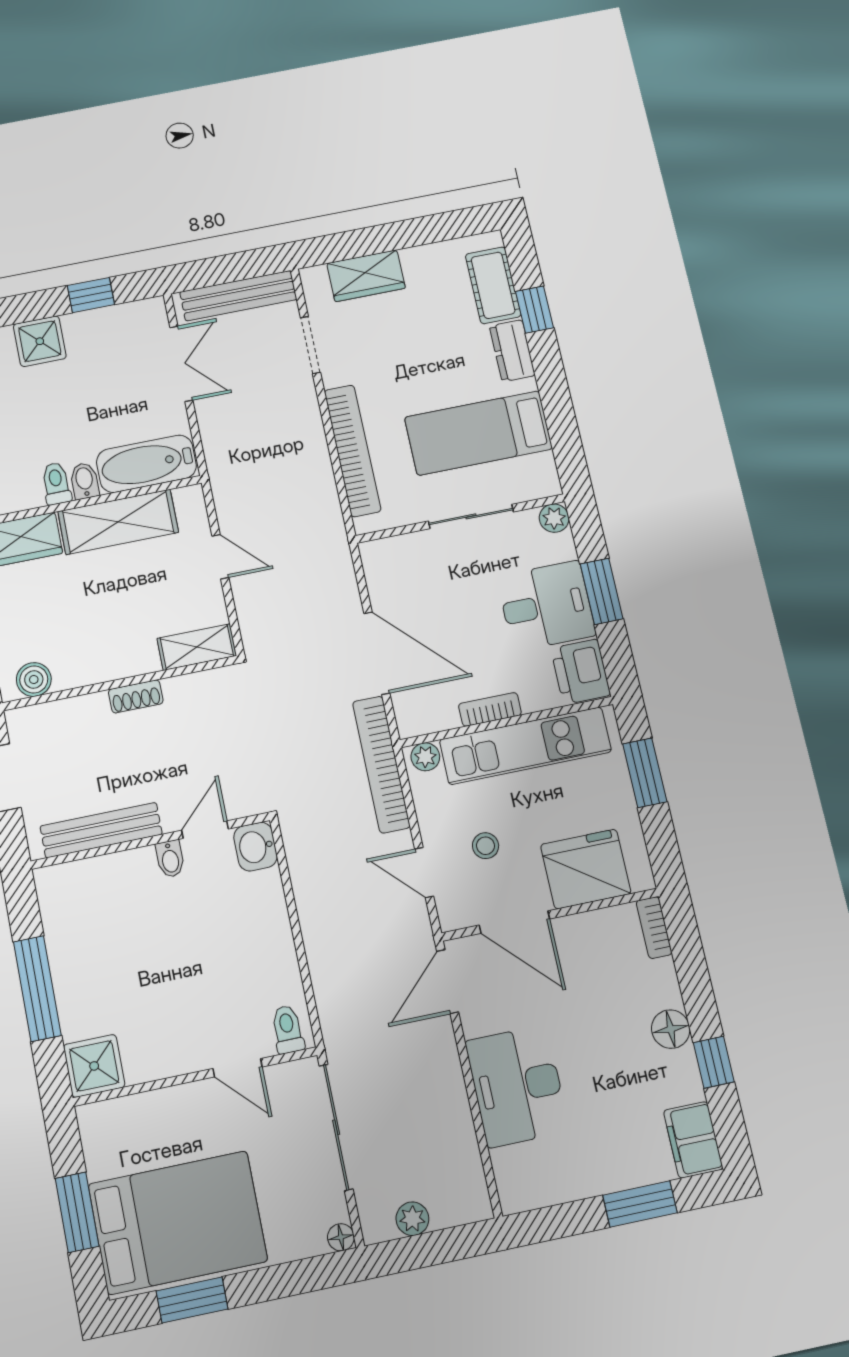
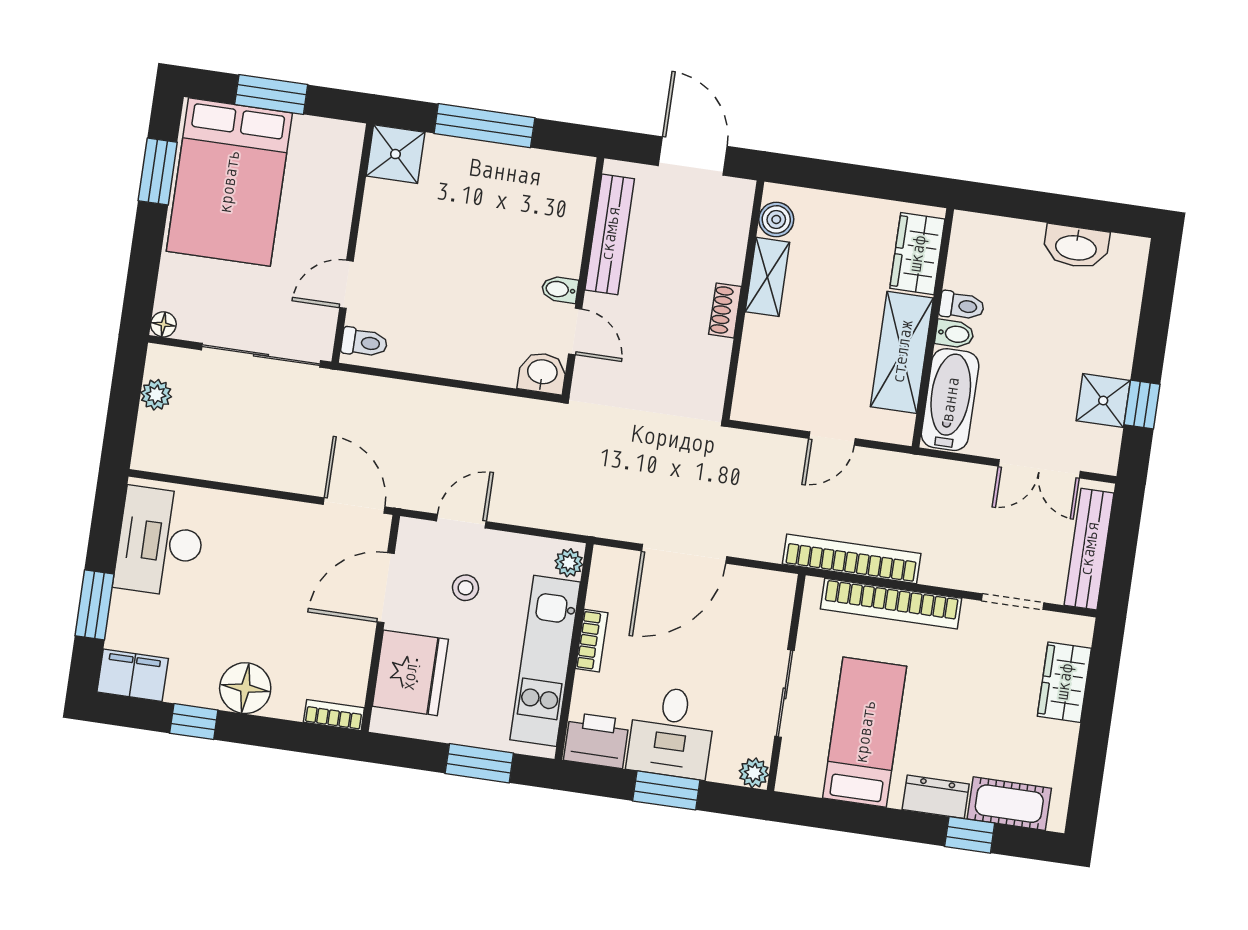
shower: (40, 341) -> (1103, 401), moved
shelving: (197, 647) -> (767, 277), moved
bookcase: (381, 764) -> (852, 559), moved
floor lamp: (671, 1029) -> (245, 688), width x1.38, depth x1.38
desk: (517, 1086) -> (160, 542), moved, turned -90

